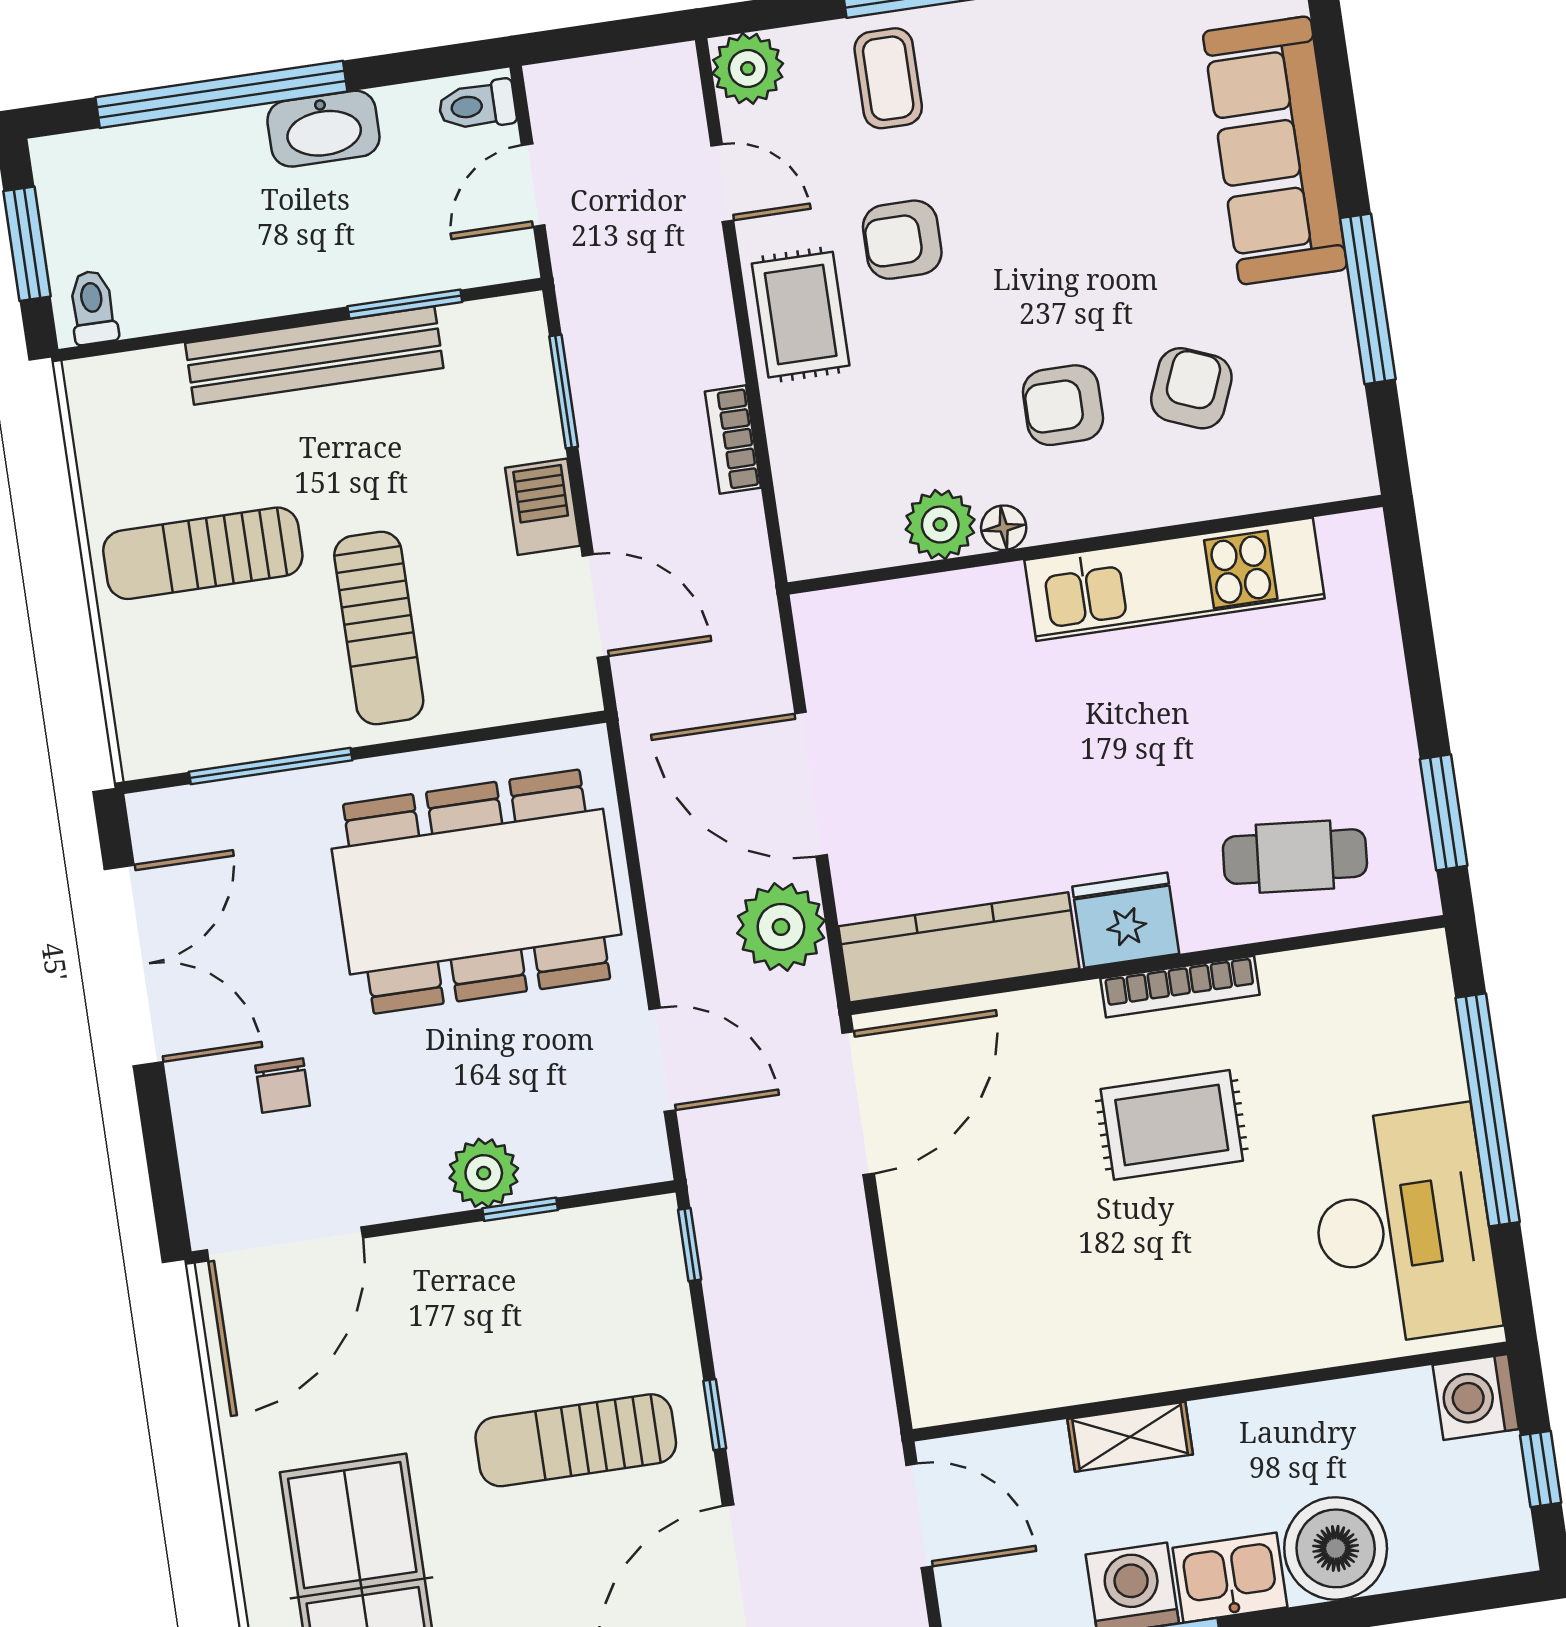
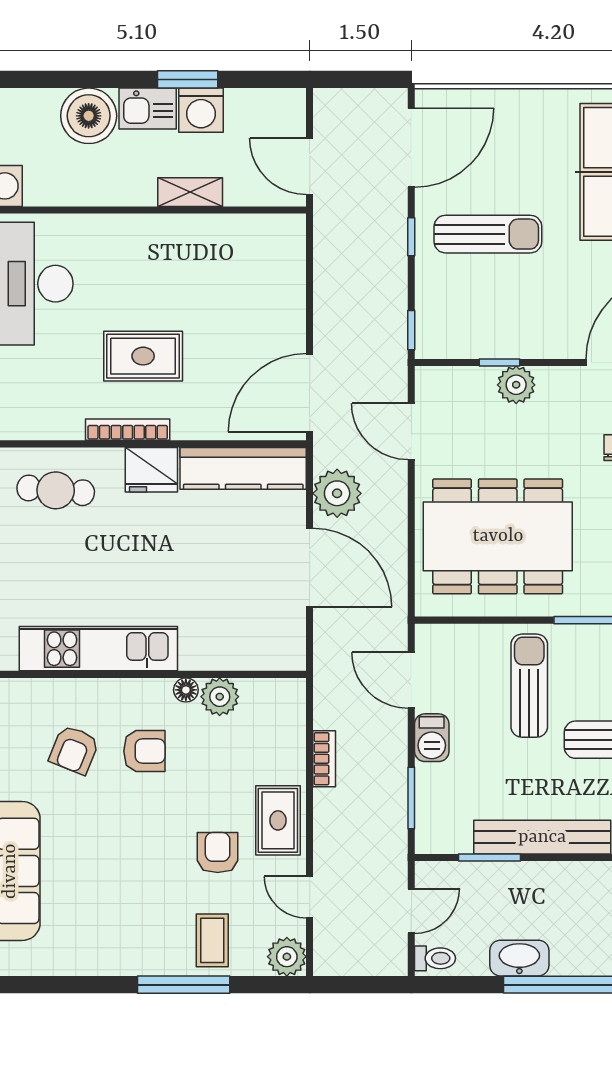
armchair: (902, 240) -> (218, 853), turned -90

